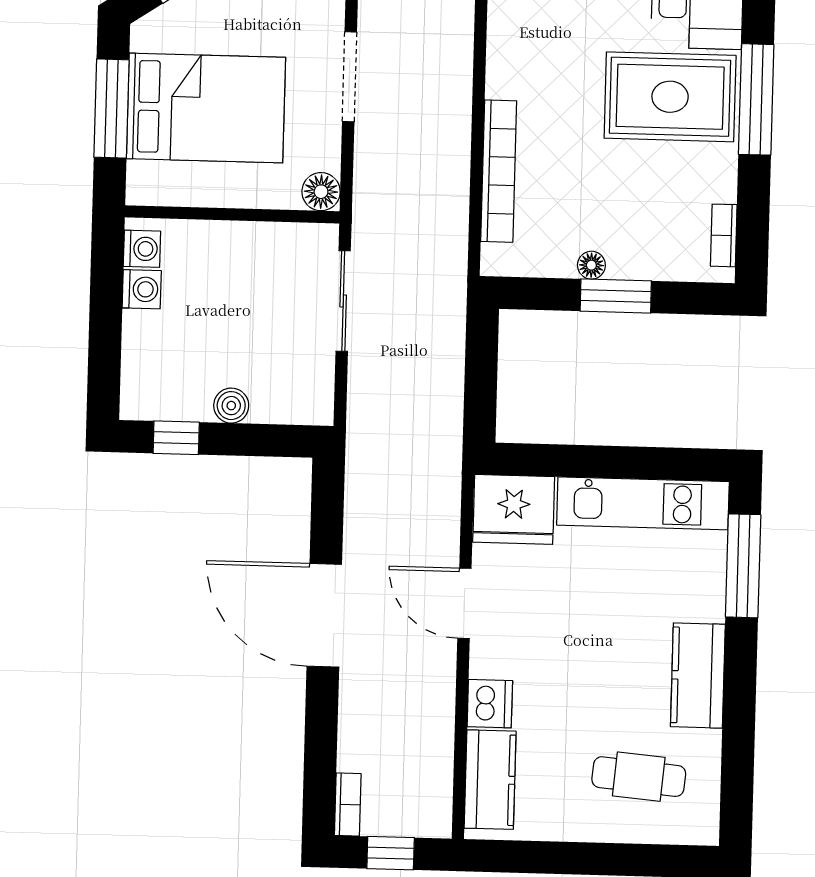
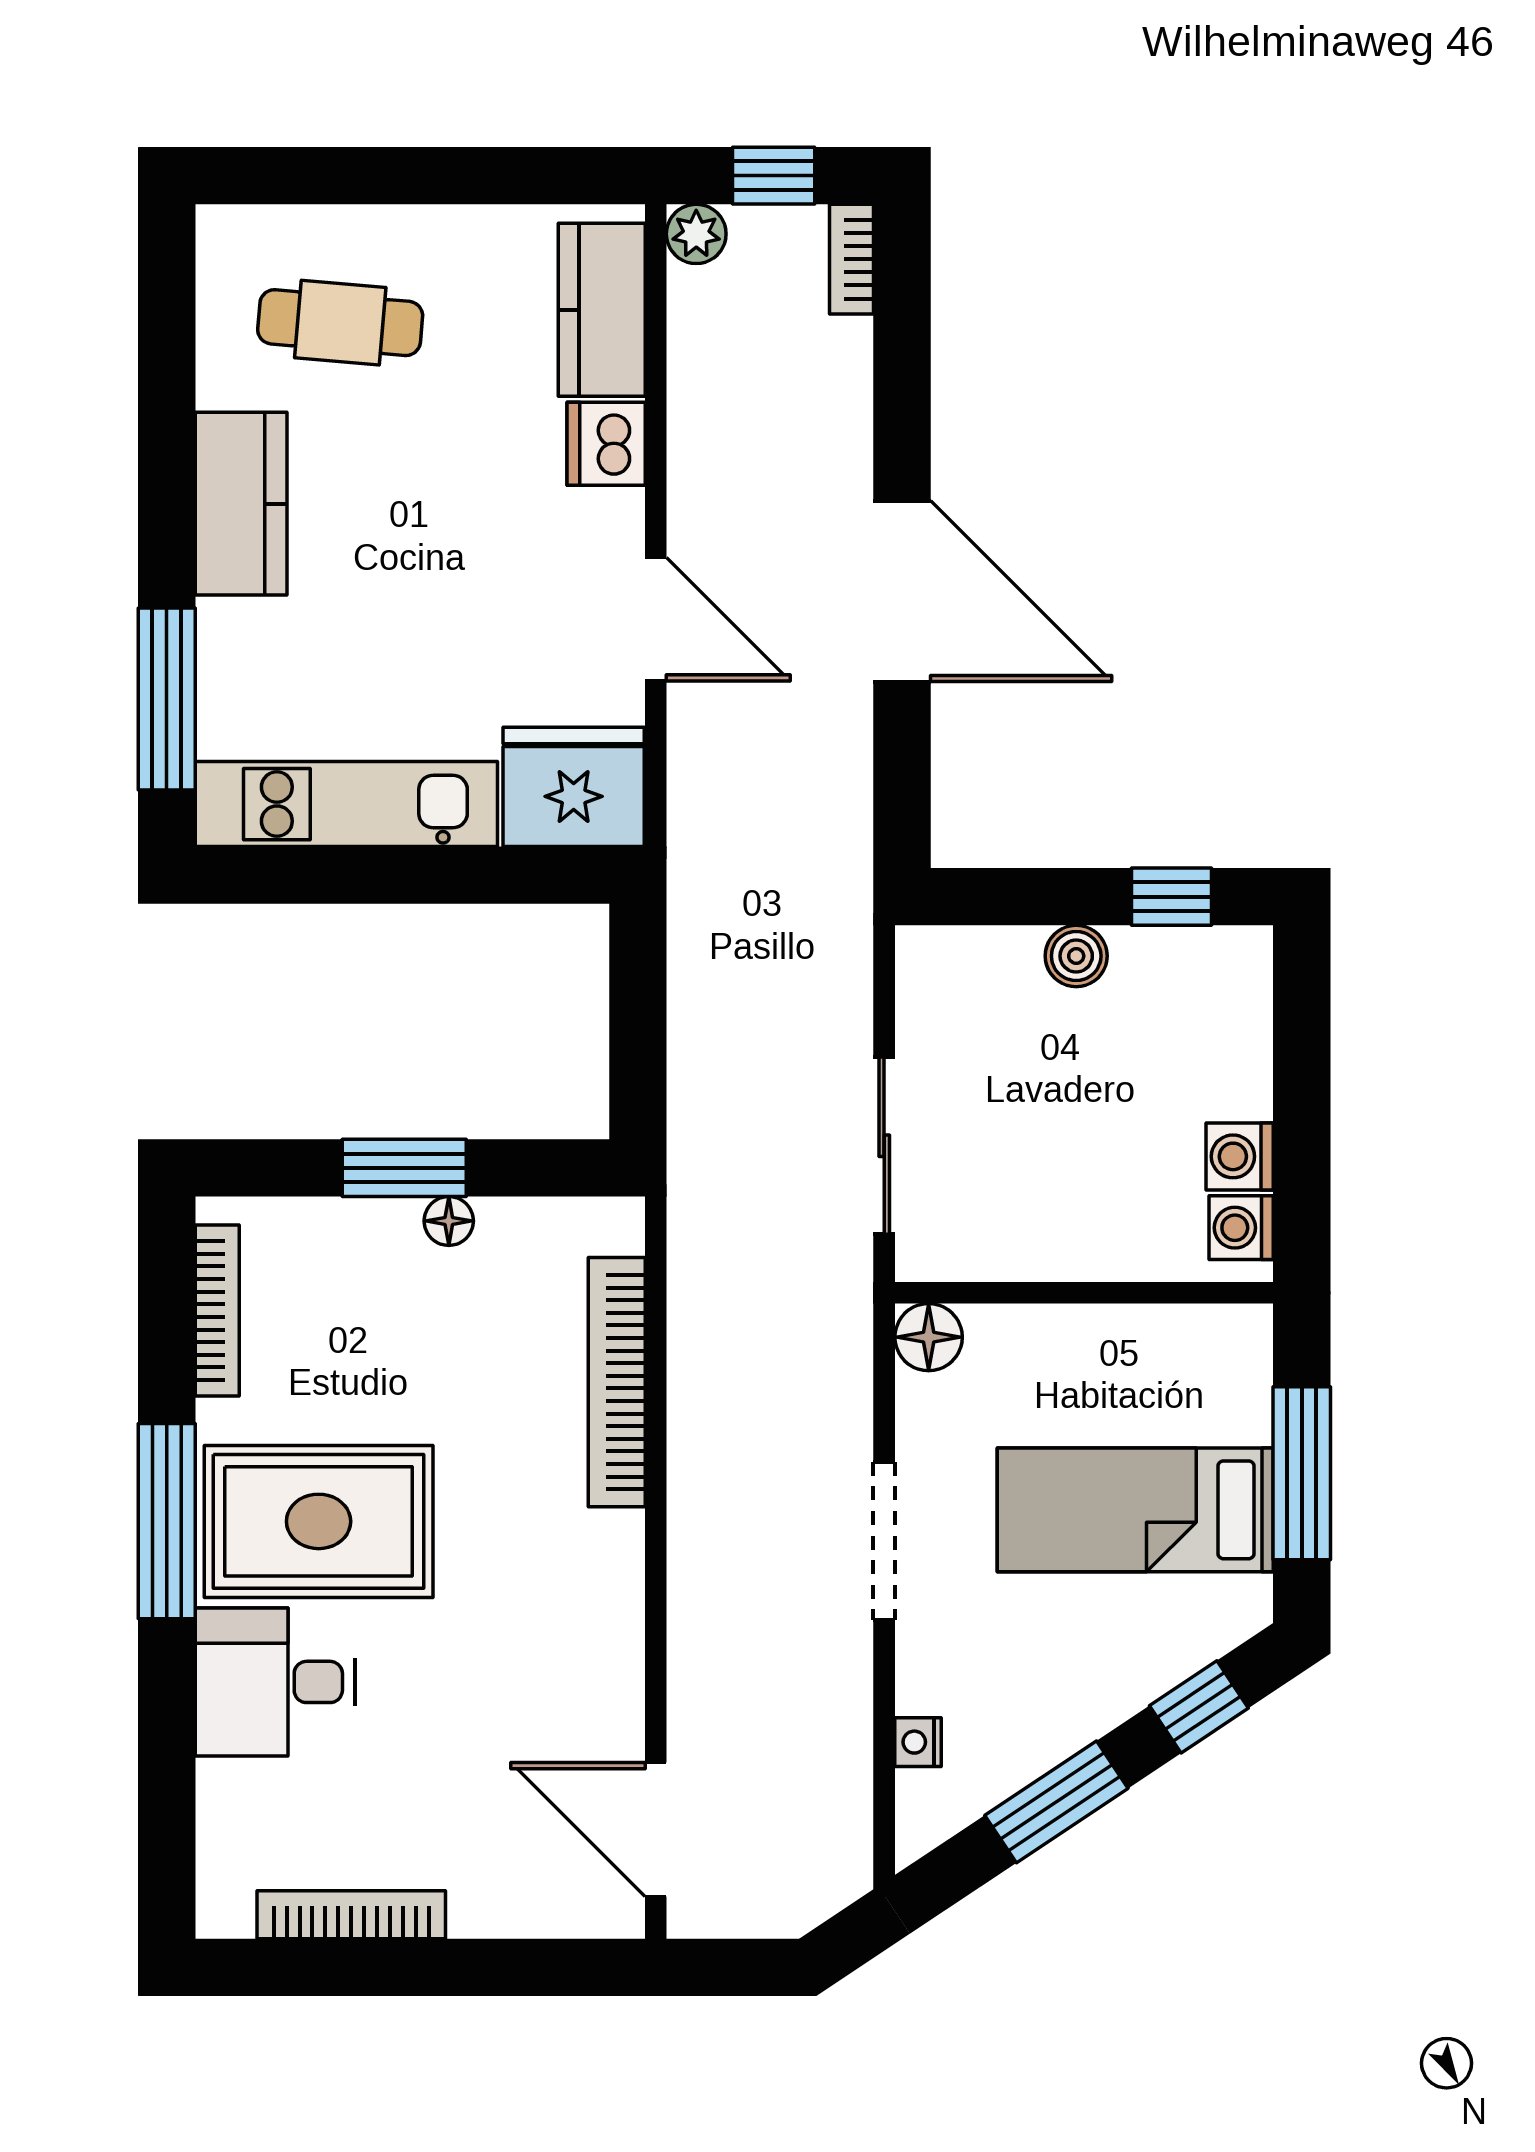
bed: (206, 108) -> (1135, 1510), width x0.67
bookcase: (724, 235) -> (217, 1311), width x1.56
plant: (435, 821) -> (696, 234), added

